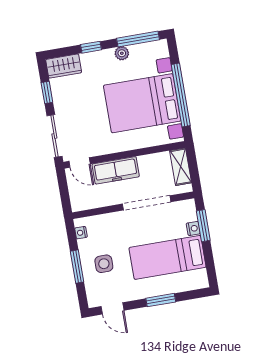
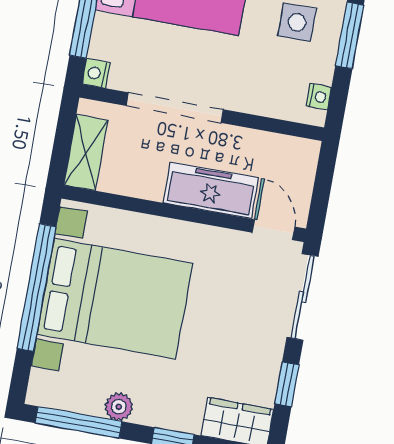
nightstand: (193, 228) -> (96, 73), moved

